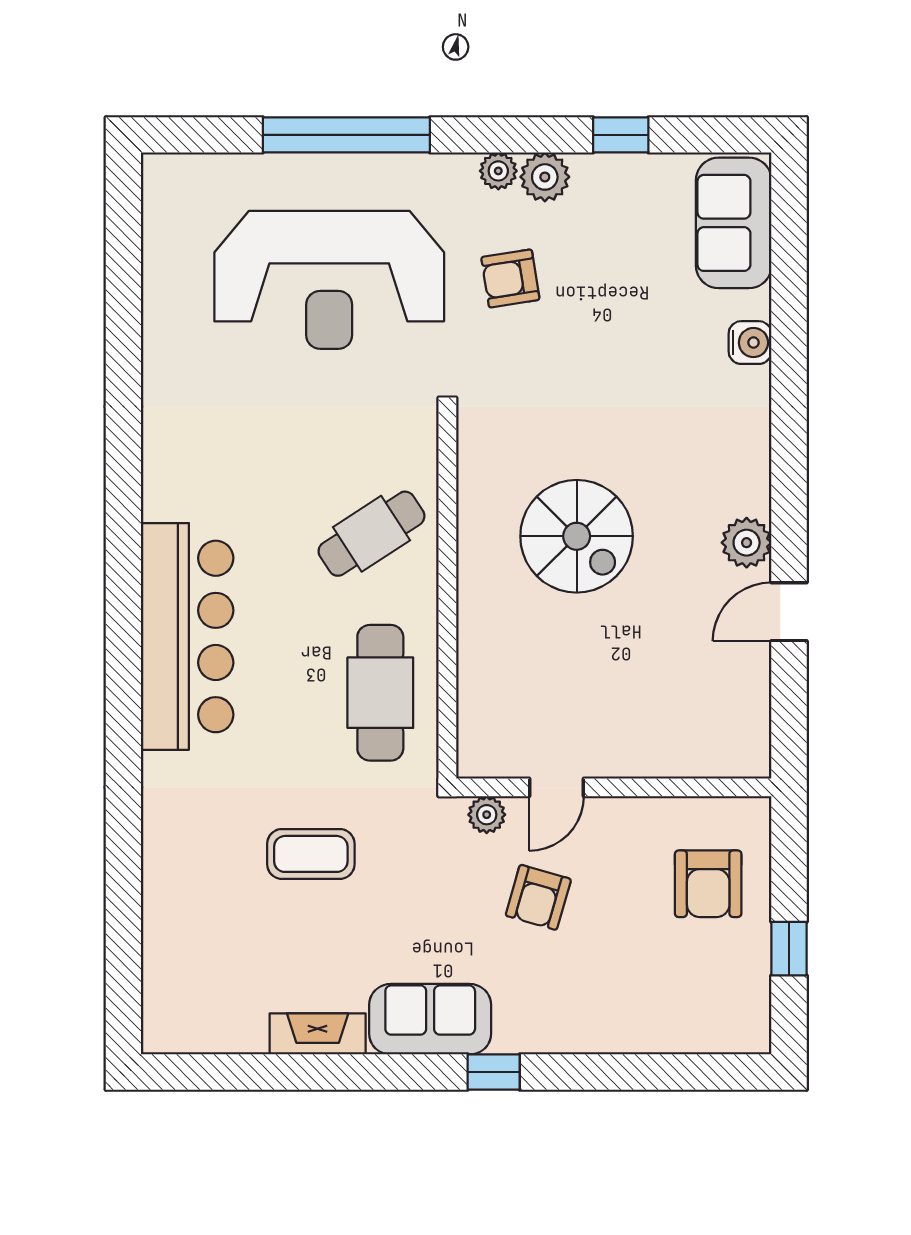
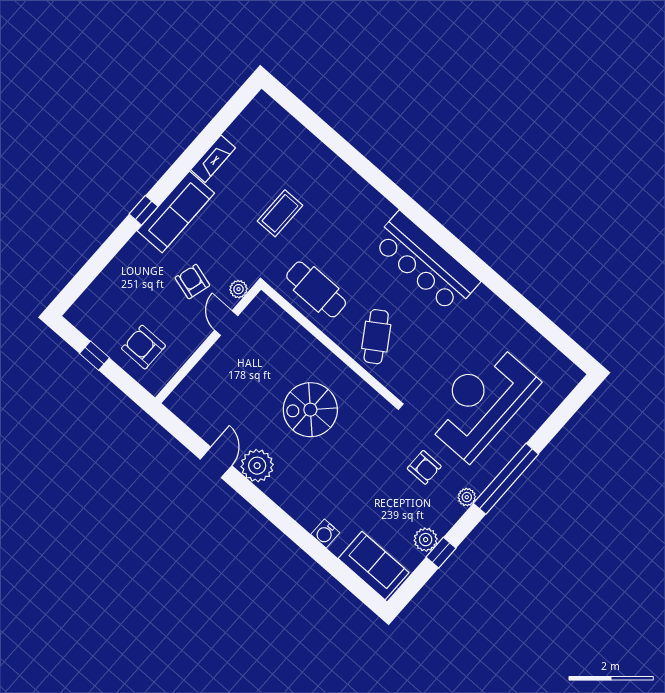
window: (346, 135) -> (506, 479), moved
plant: (545, 177) -> (426, 540), moved
armchair: (510, 278) -> (424, 467), turned 99
plant: (747, 543) -> (257, 466), width x1.36, depth x1.36
bar counter: (187, 636) -> (426, 262), moved
sofa: (430, 1019) -> (176, 212), width x1.36

